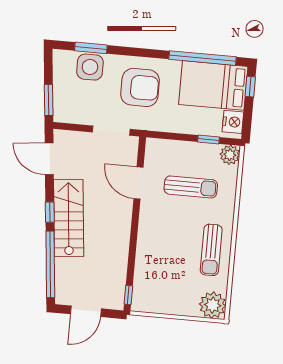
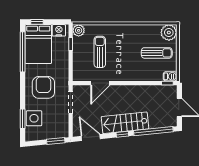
door: (49, 159) -> (91, 138), swing flipped
sun lounger: (211, 250) -> (157, 53), moved
barbecue: (139, 301) -> (170, 76), added

